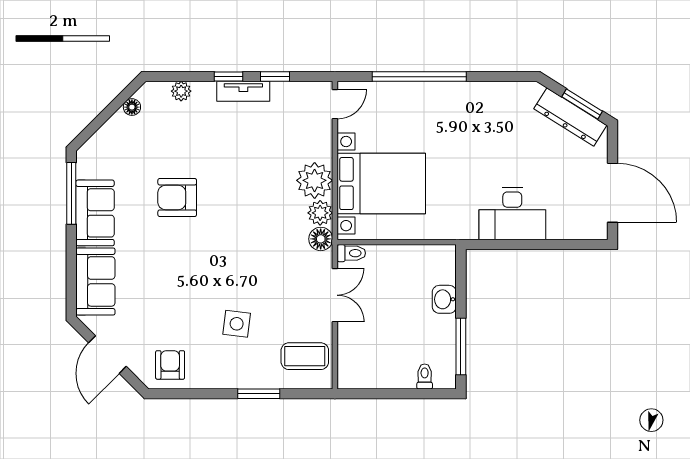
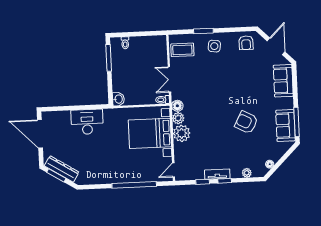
armchair: (177, 197) -> (246, 122), turned -152
sofa: (95, 213) -> (285, 126), moved
washbasin: (444, 299) -> (118, 99), moved
side table: (237, 324) -> (214, 46), moved

